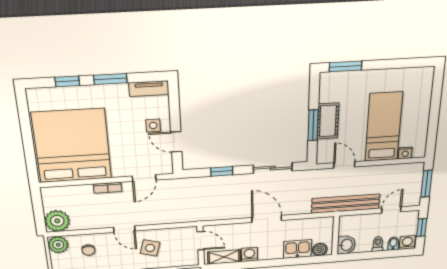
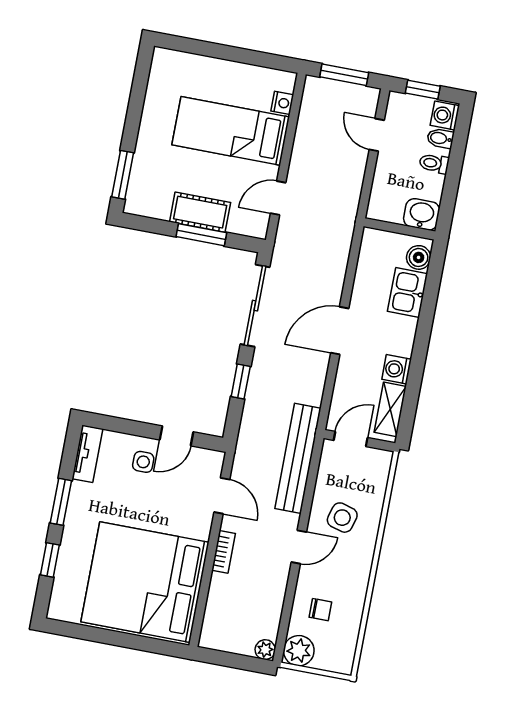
sliding door: (273, 168) -> (255, 306), width x1.37
bench: (346, 204) -> (298, 458), moved
plant: (57, 221) -> (265, 650), width x0.53, depth x0.53

